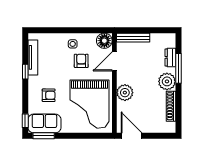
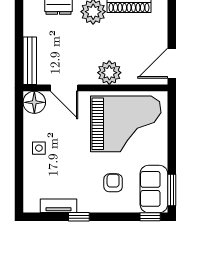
tv unit: (33, 57) -> (58, 206), width x0.71
armchair: (81, 61) -> (63, 136), removed

